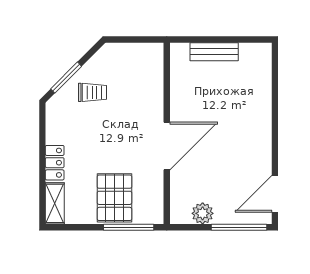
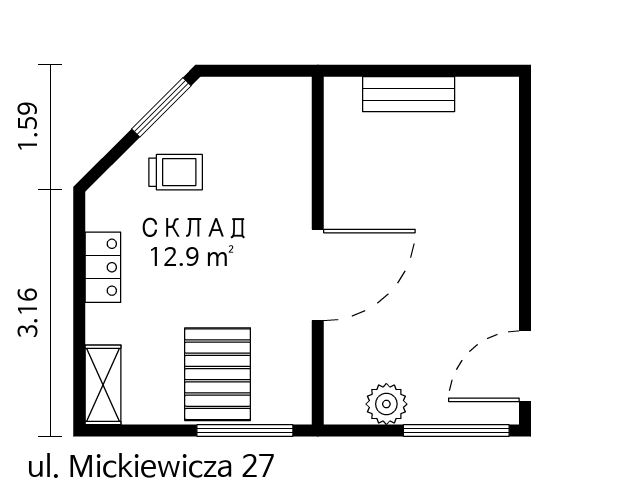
window: (66, 78) -> (161, 107), moved
locker: (55, 163) -> (103, 267), moved

